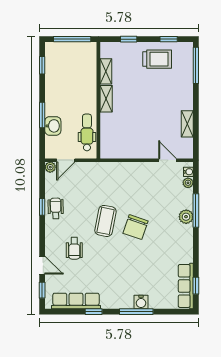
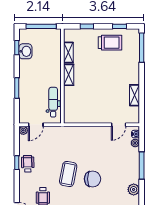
washbasin: (53, 126) -> (25, 51), moved
door: (168, 160) -> (119, 125), swing flipped
plant: (186, 217) -> (134, 189), moved
chair: (135, 227) -> (93, 179), turned -109

